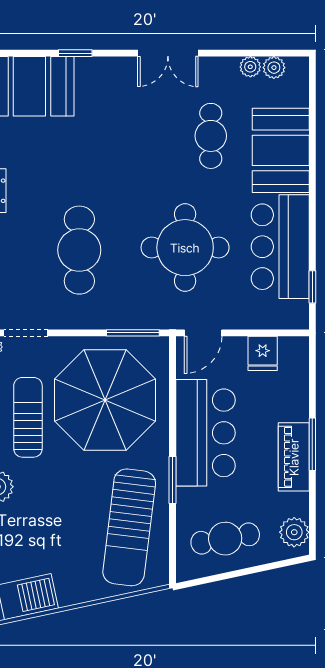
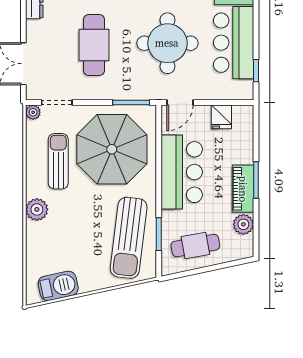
window: (172, 480) -> (159, 234), moved
plant: (294, 532) -> (243, 224), moved

